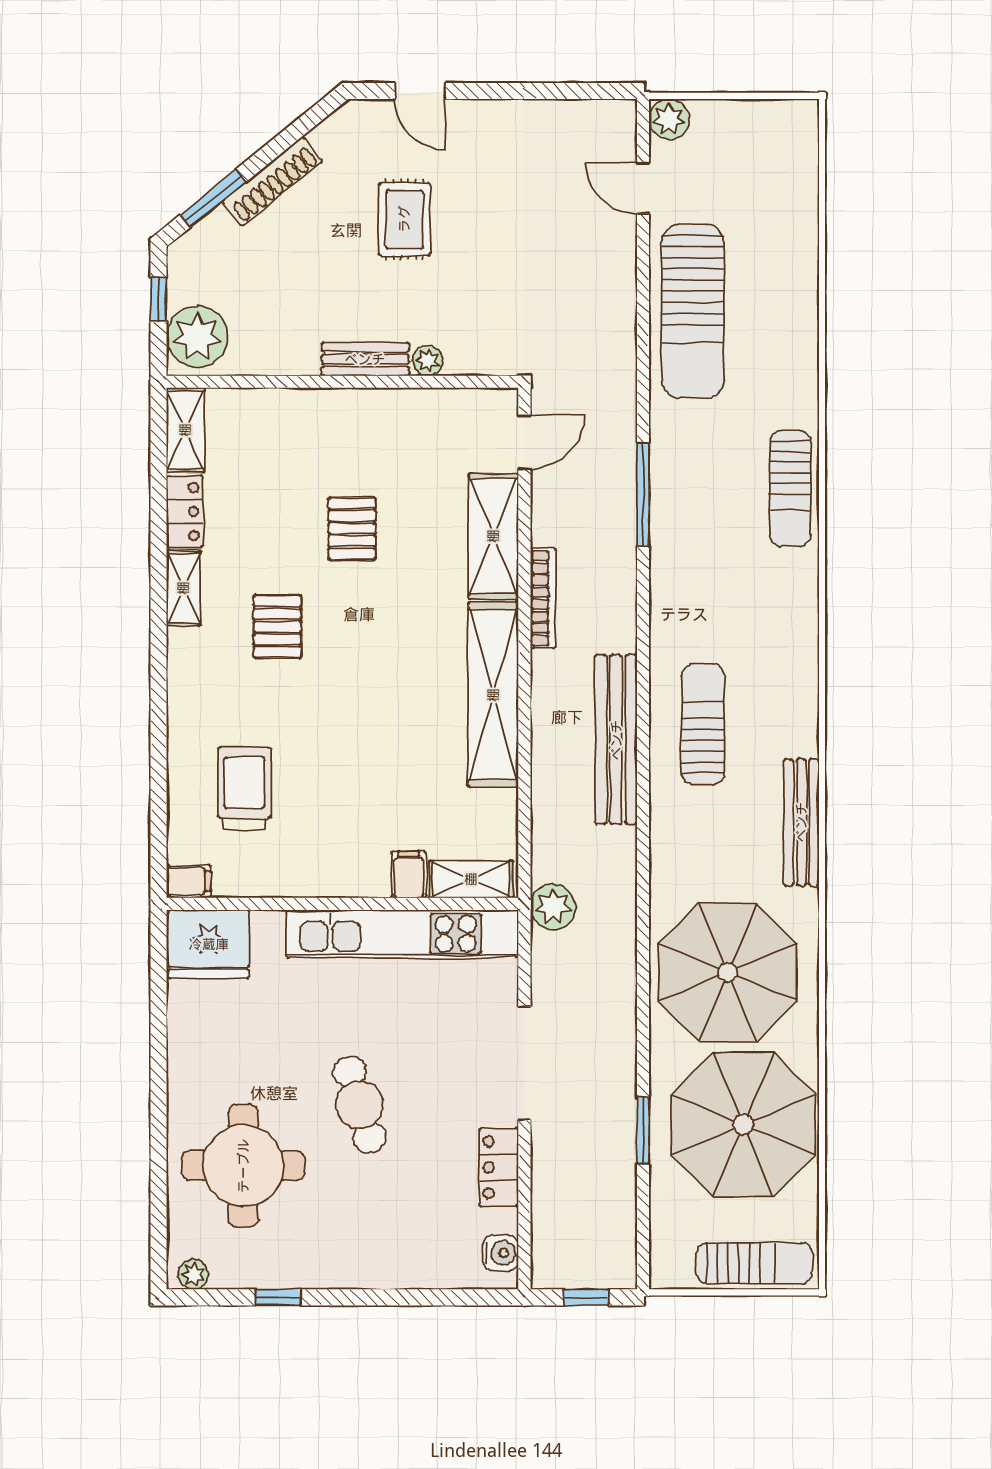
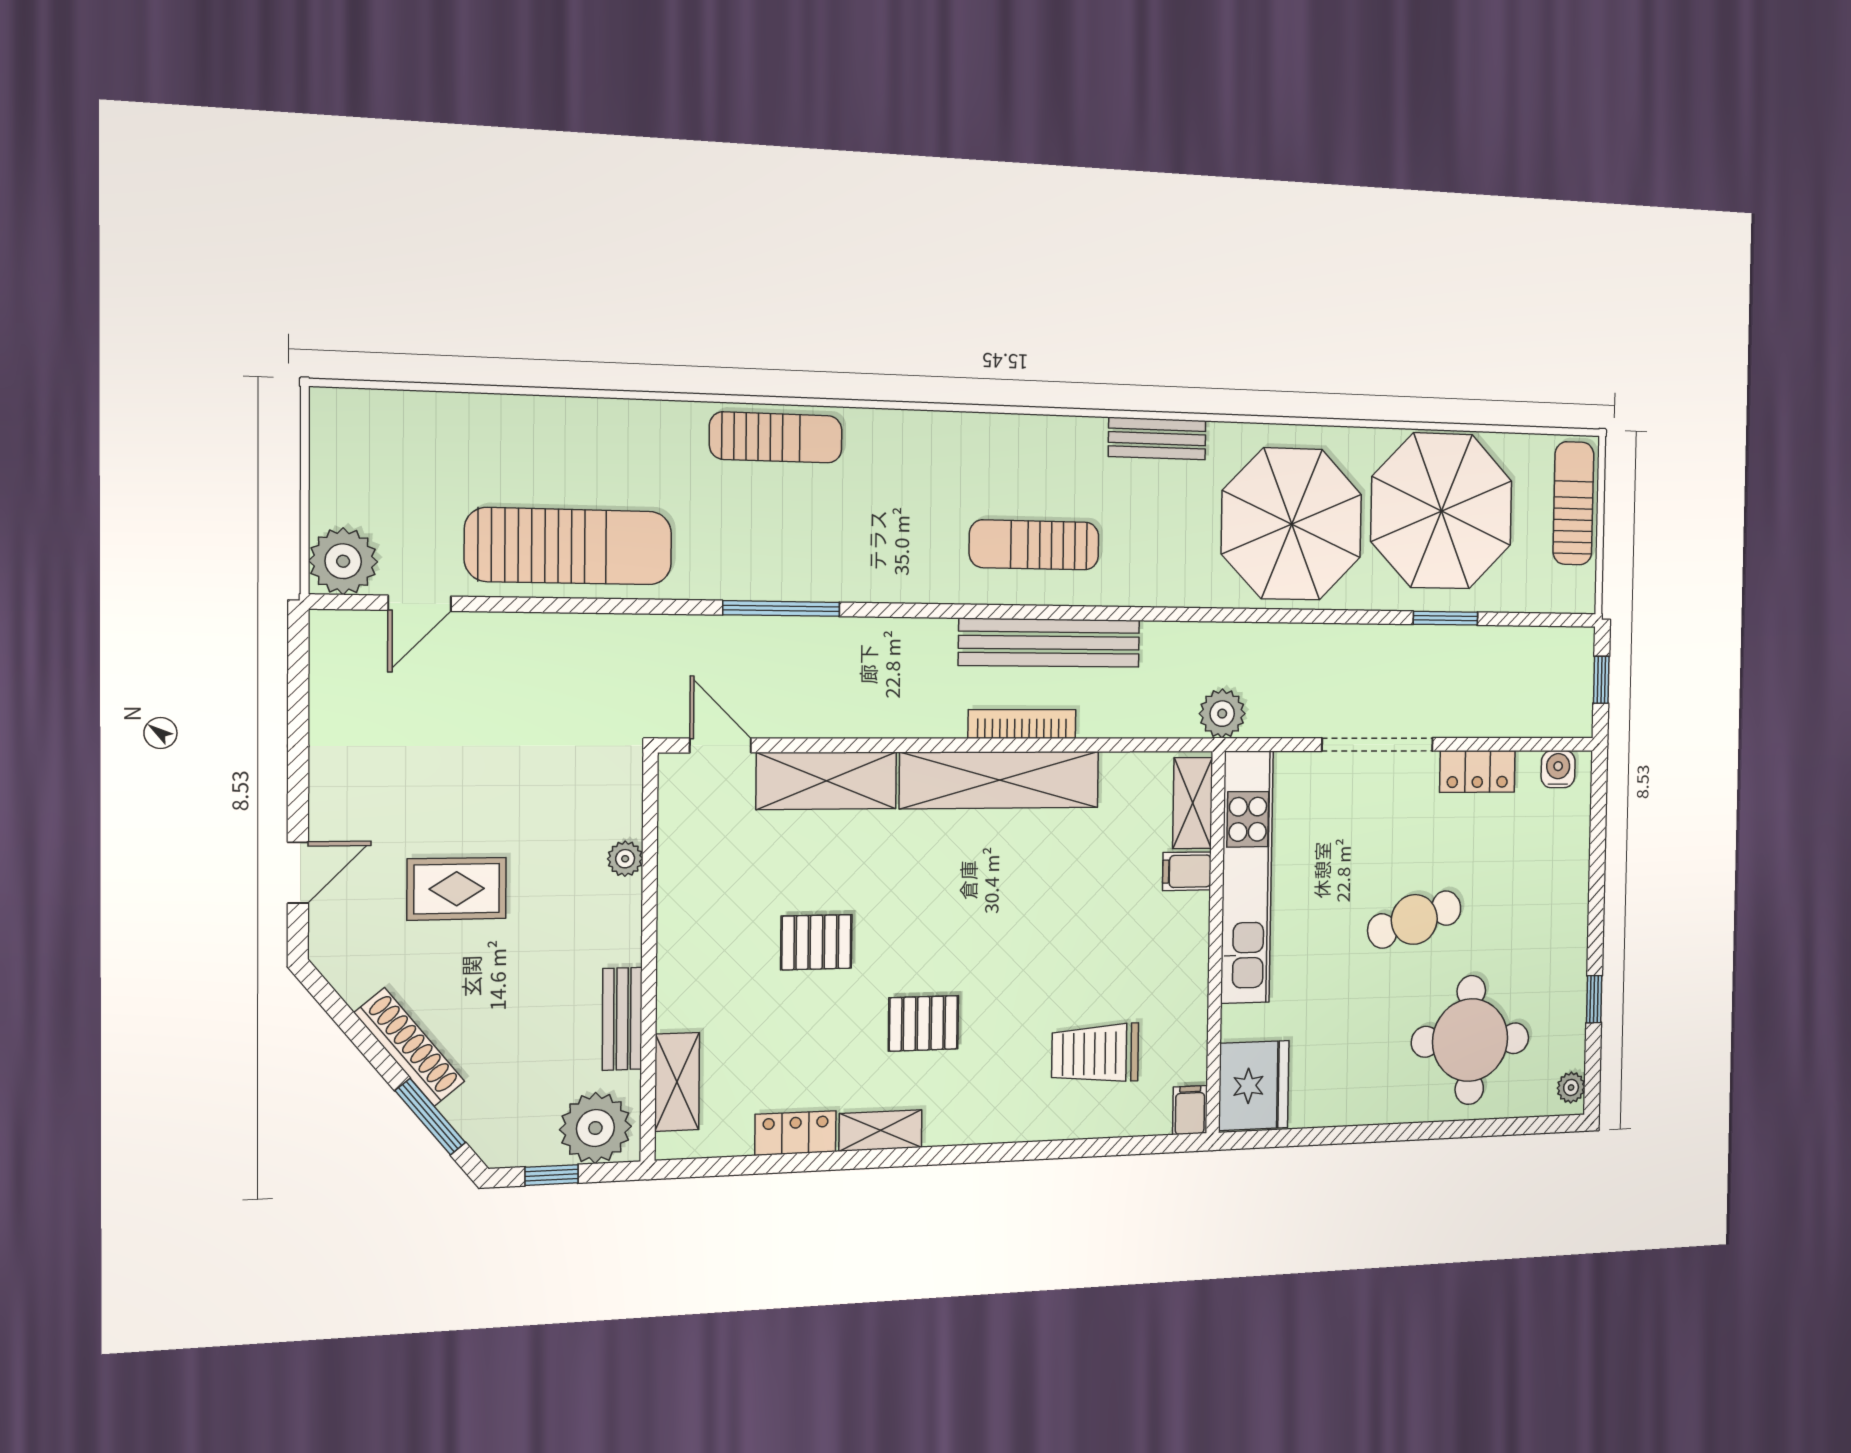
plant: (669, 119) -> (343, 561), width x1.36, depth x1.36
bench: (365, 359) -> (622, 1019), moved
shelving: (185, 430) -> (677, 1082), moved, turned 90
bookcase: (543, 598) -> (1022, 724), moved
bench: (801, 822) -> (1157, 439), width x0.73

